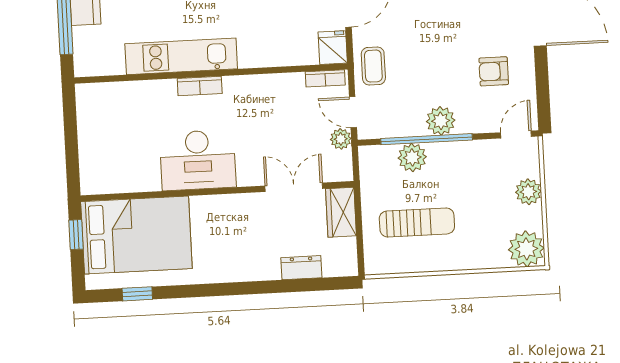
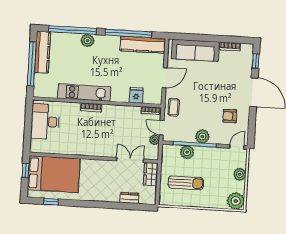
fridge: (333, 48) -> (136, 95), moved
desk: (198, 160) -> (45, 122), moved, turned 90

